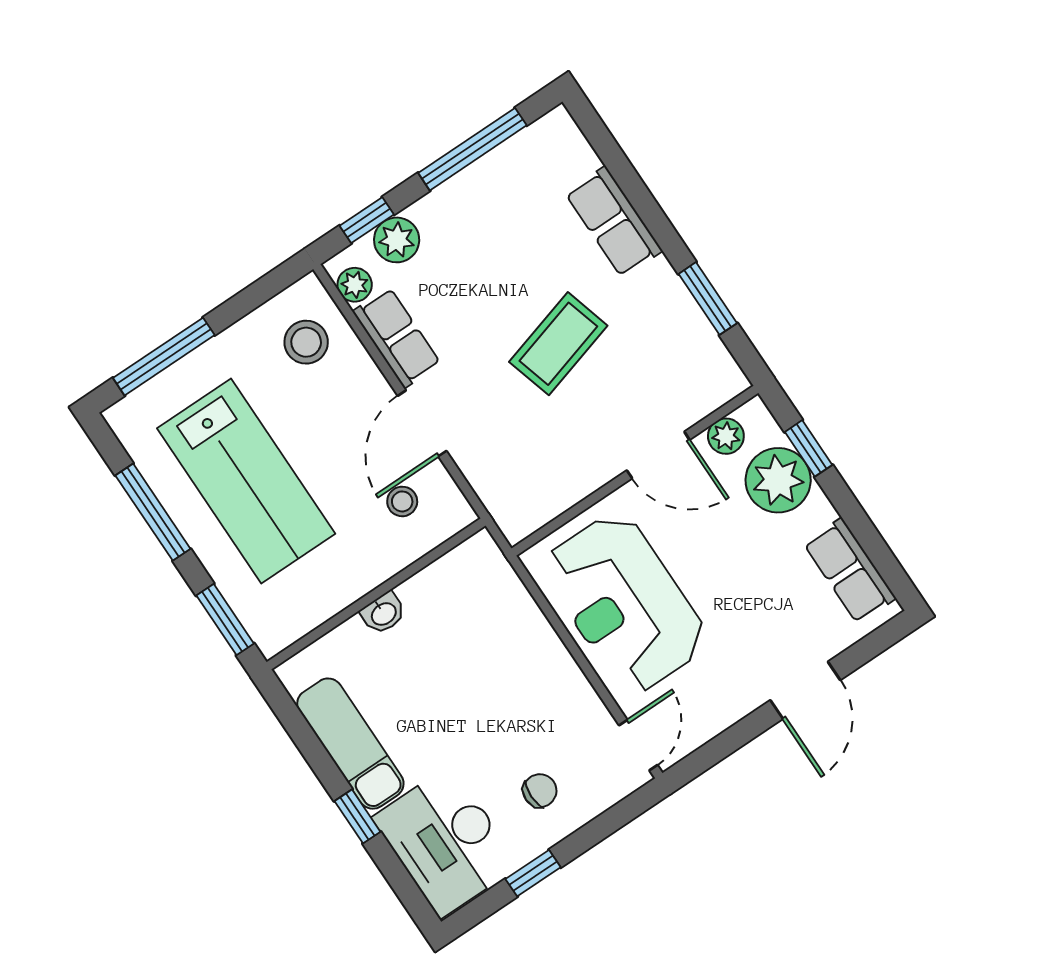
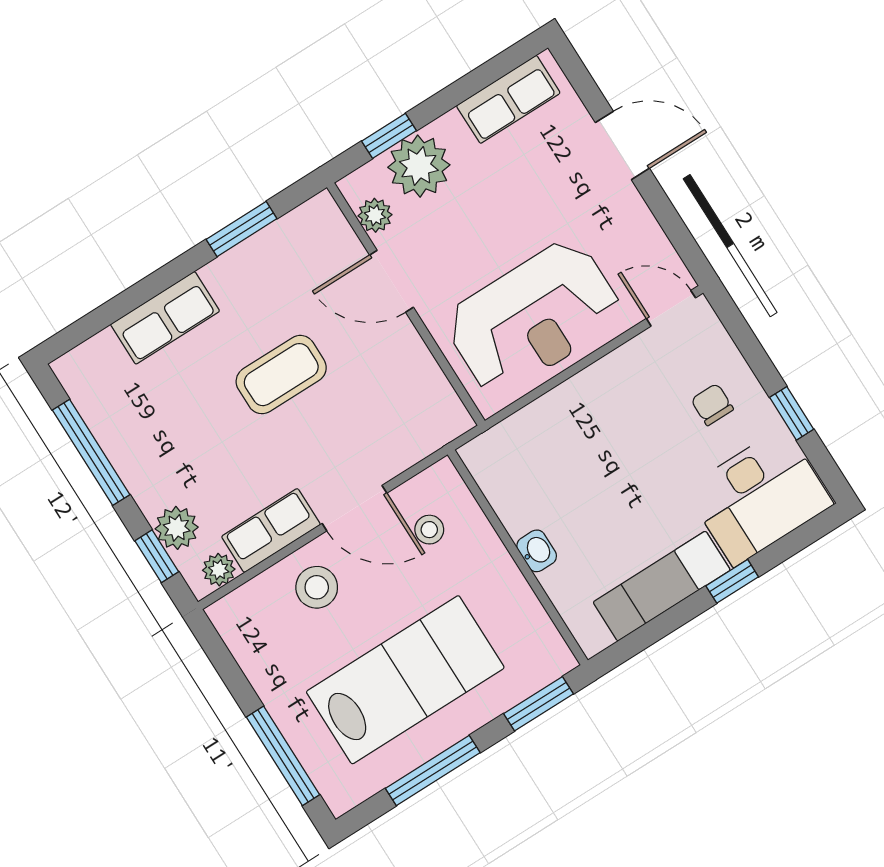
stool: (306, 342) -> (317, 587), moved
coffee table: (558, 344) -> (281, 375), turned -74
door: (658, 455) -> (391, 281), swing flipped

